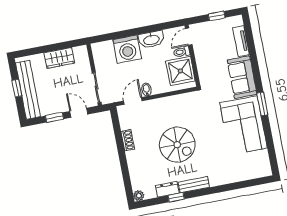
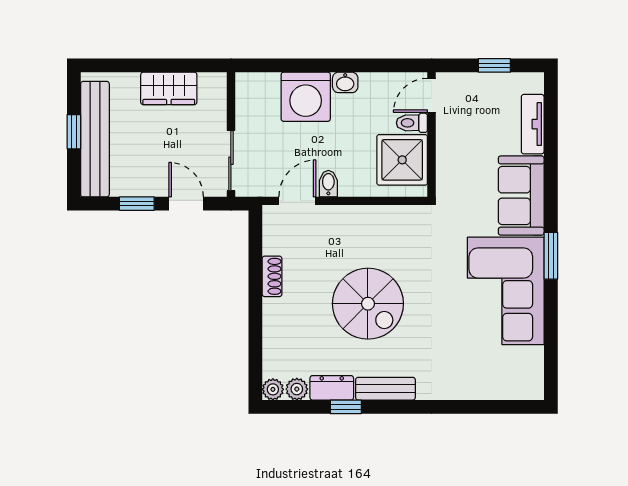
washbasin: (151, 40) -> (345, 82), width x0.52, depth x0.69
plant: (150, 193) -> (297, 389), added

